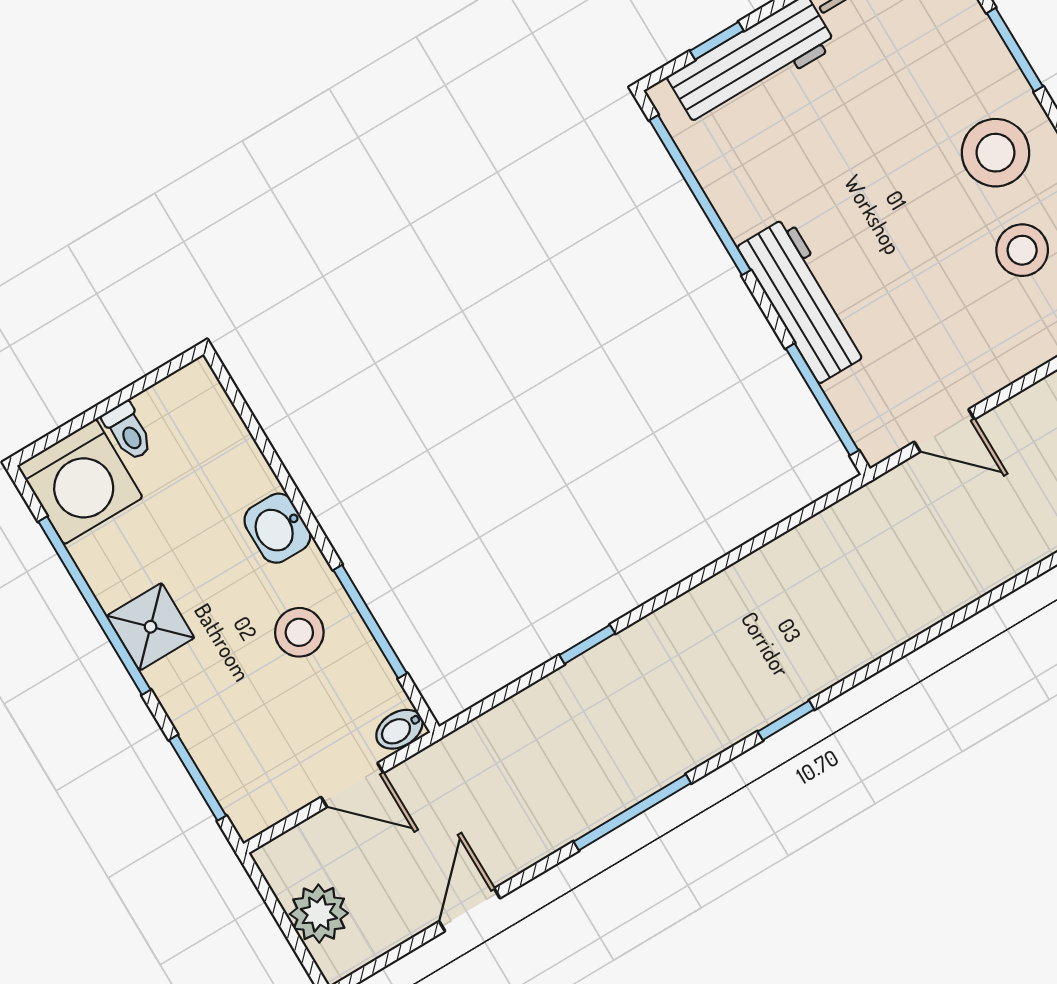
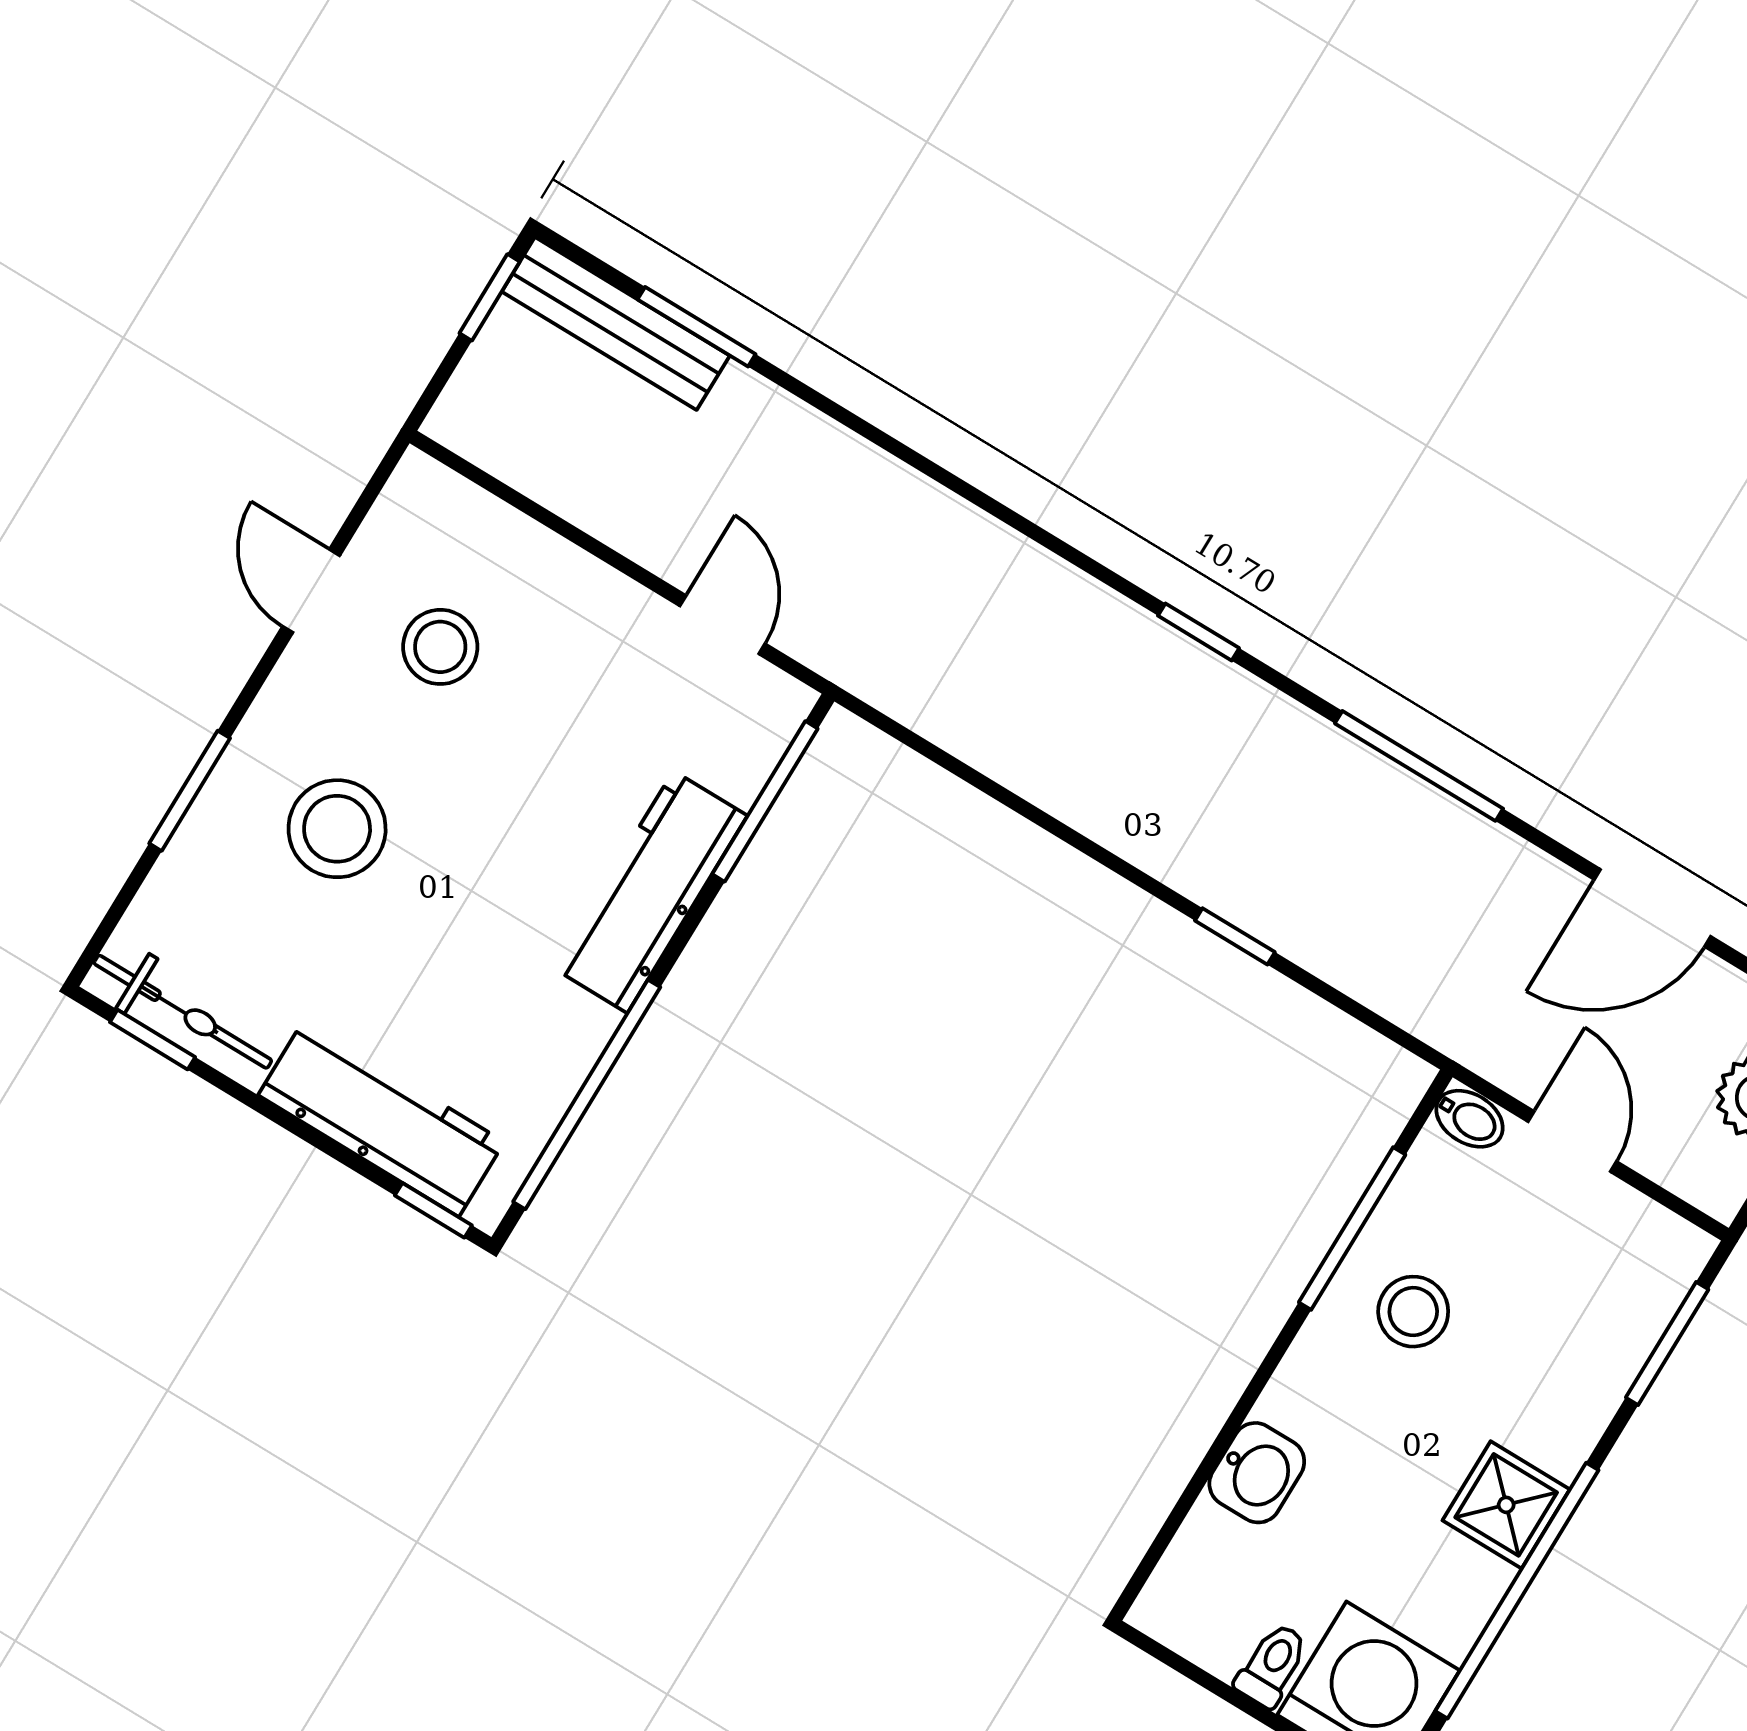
window: (717, 41) -> (433, 1210), moved
stool: (996, 153) -> (337, 829), moved
washbasin: (277, 528) -> (1257, 1473), moved
door: (470, 910) -> (1653, 908), width x1.38

